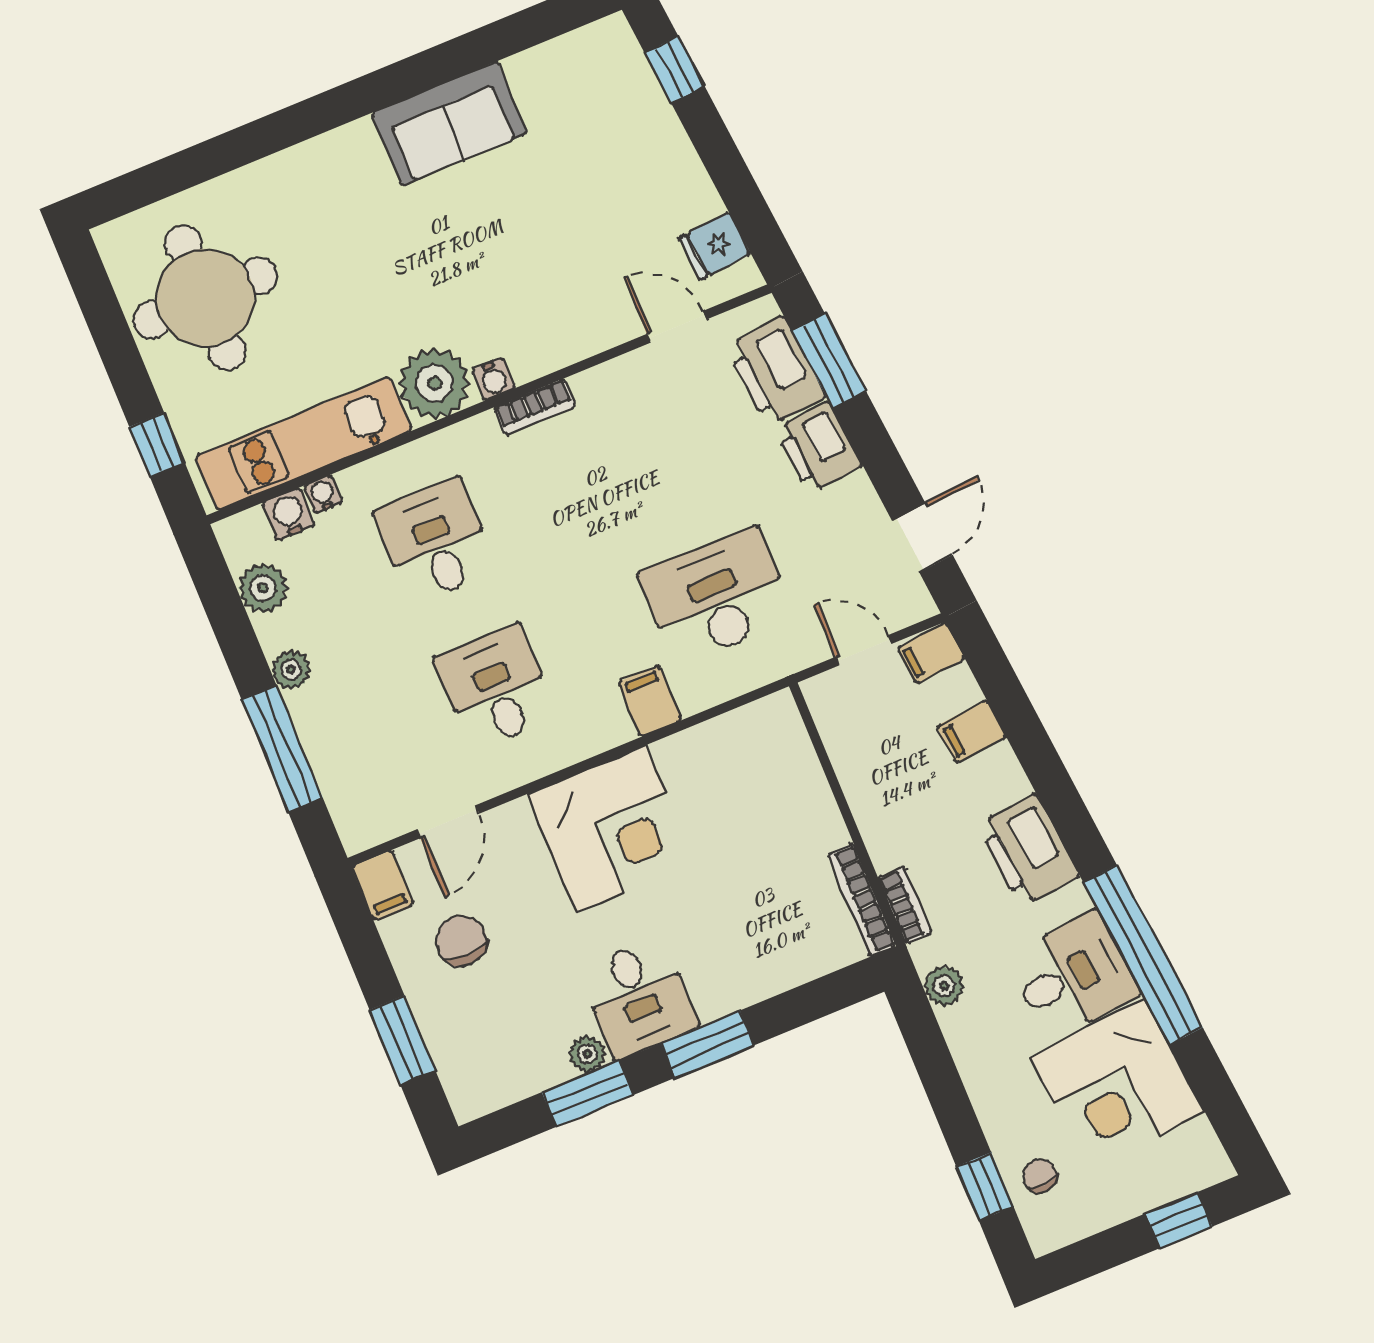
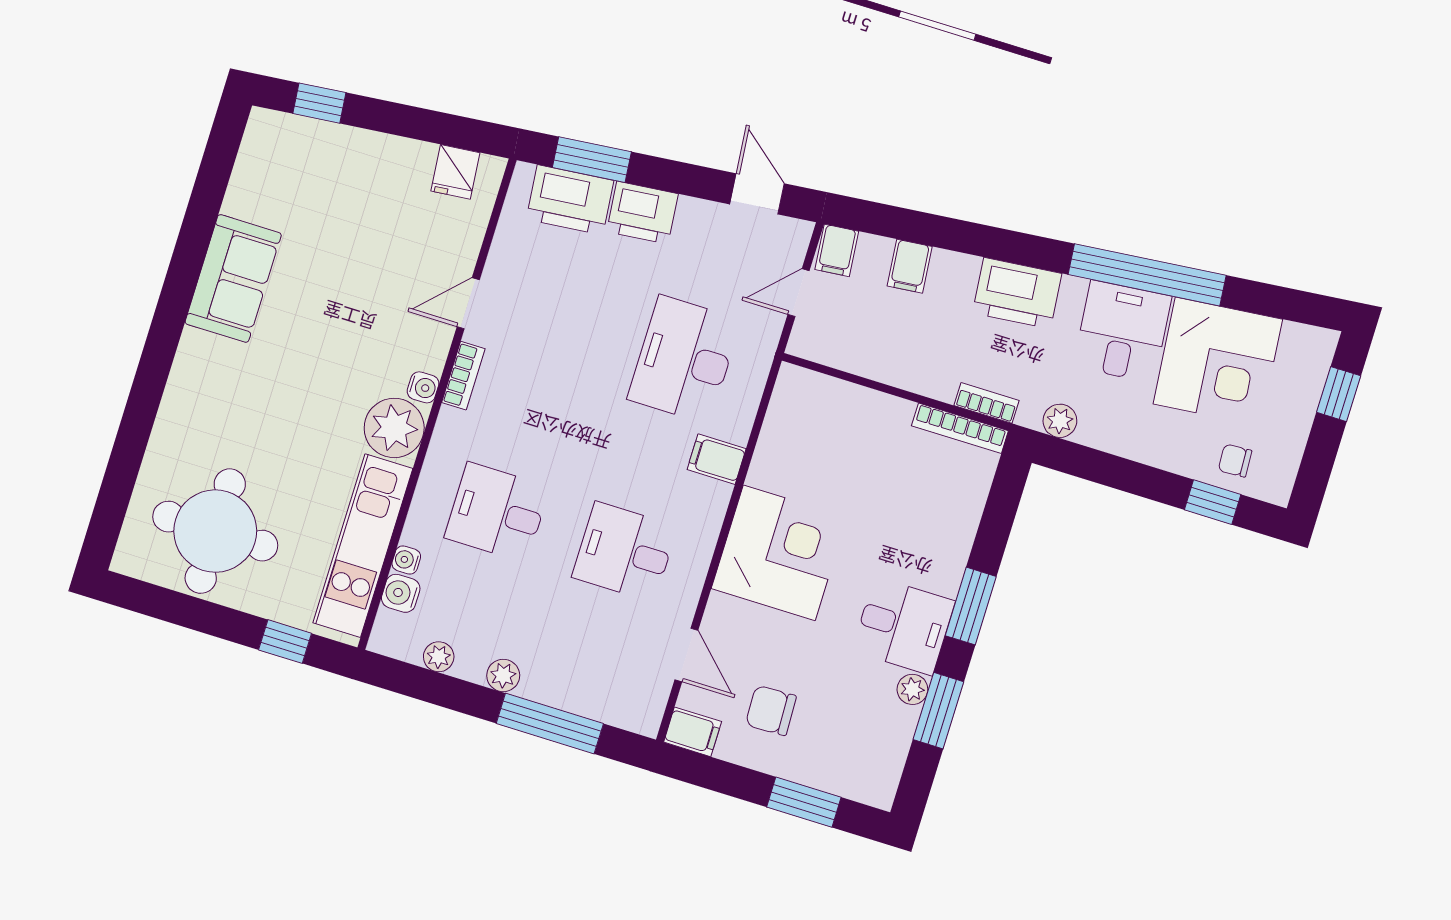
door: (677, 327) -> (468, 303), moved
plant: (263, 588) -> (439, 657), width x0.73, depth x0.73

